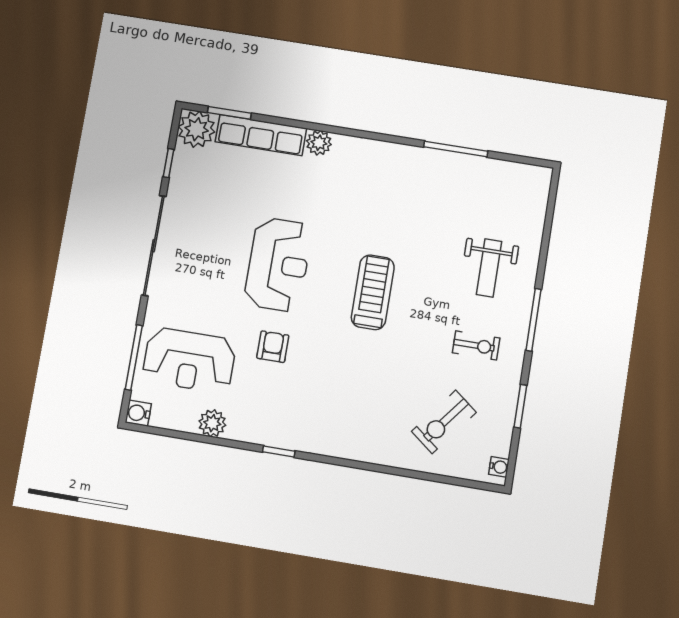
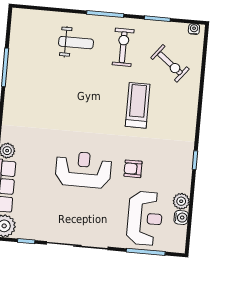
treadmill: (373, 292) -> (138, 105), moved, turned 90
exercise bike: (476, 345) -> (123, 47), width x1.38, depth x1.39
water cooler: (138, 413) -> (181, 217), moved, turned -90

